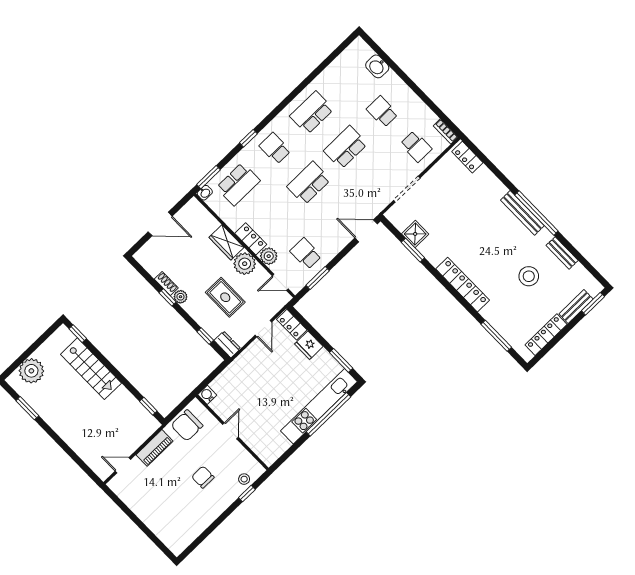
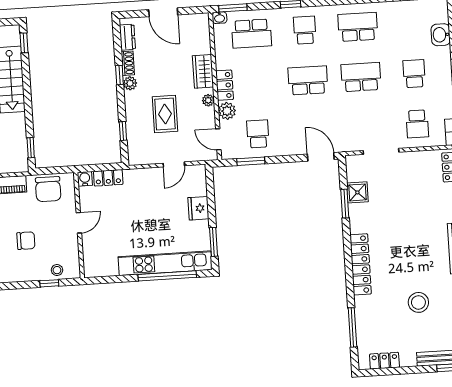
plant: (245, 264) -> (208, 100), width x0.53, depth x0.53
locker: (292, 325) -> (108, 178), moved, turned -90
locker: (546, 335) -> (384, 361), width x0.66
dresser: (227, 344) -> (127, 37), moved
chair: (187, 425) -> (48, 189), turned -90
chair: (203, 477) -> (26, 241), turned 90

